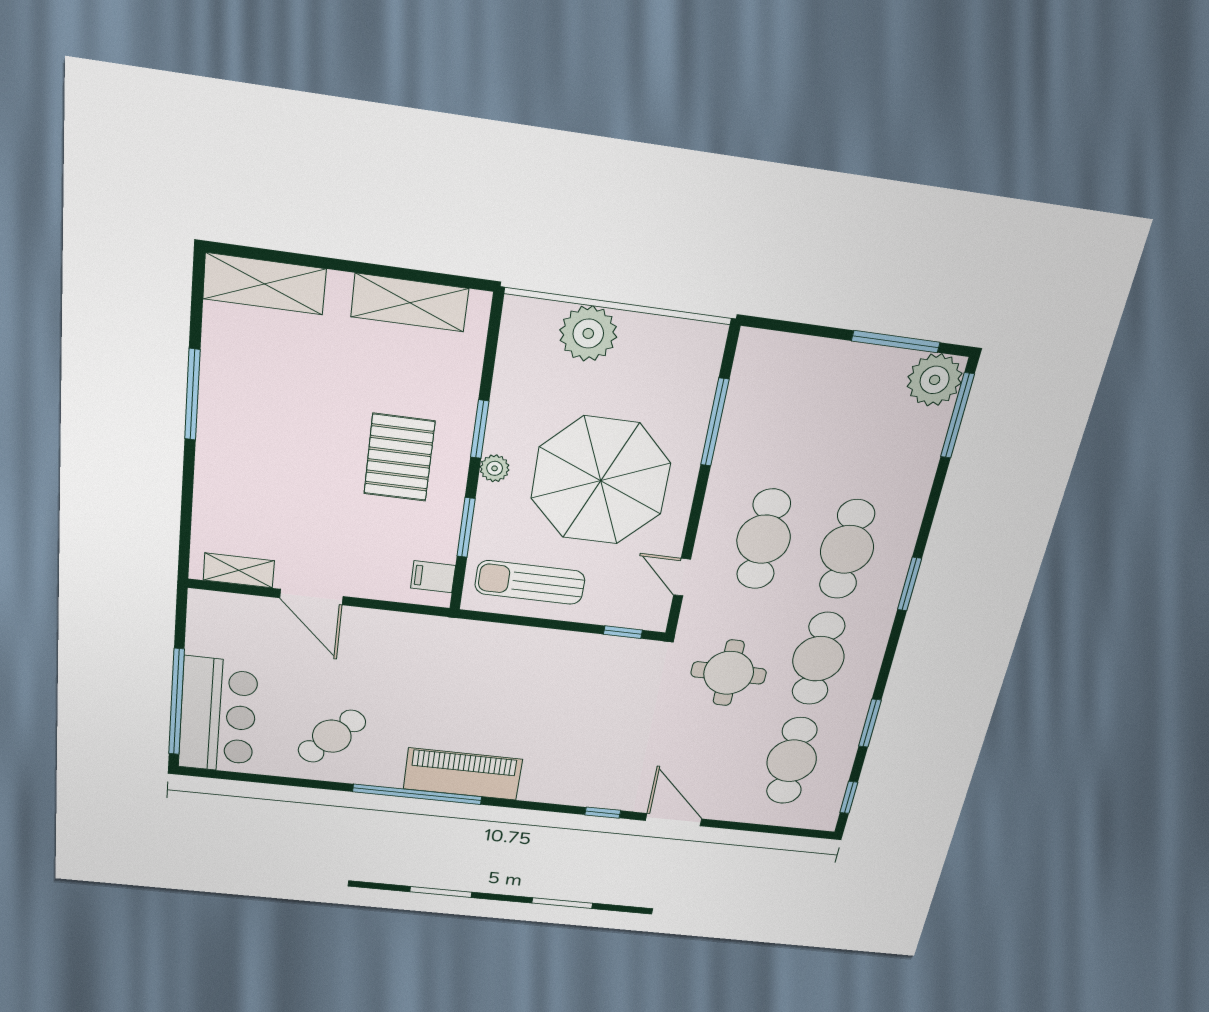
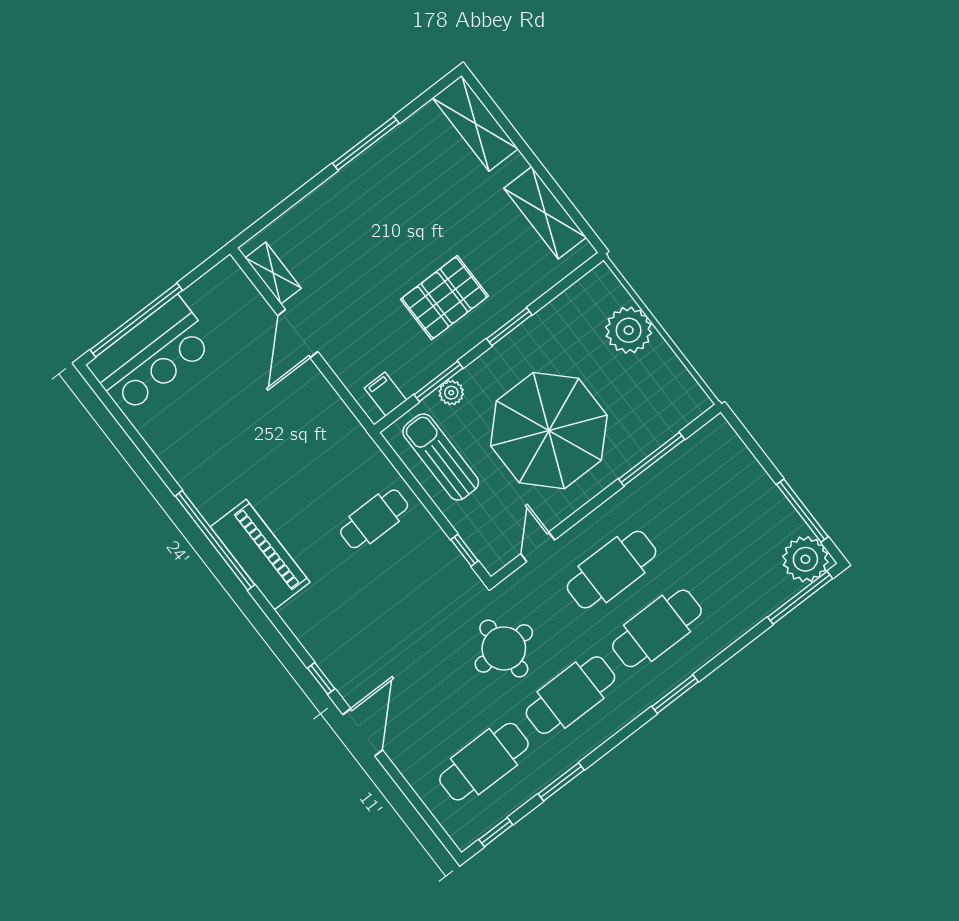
plant: (495, 468) -> (451, 393), moved
cafe table: (332, 736) -> (374, 519), moved, turned -43

